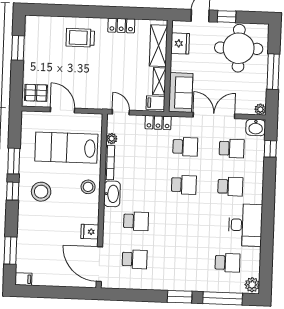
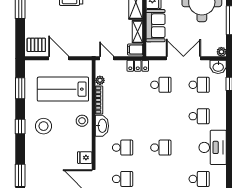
sofa: (181, 93) -> (155, 26), moved
window: (14, 161) -> (20, 88), moved
school desk: (184, 185) -> (161, 148), moved

